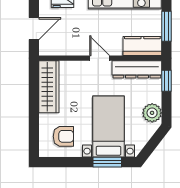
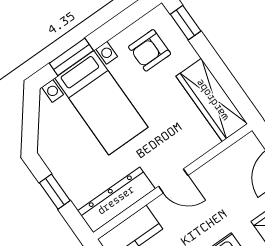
window: (167, 81) -> (55, 192), moved
plant: (152, 113) -> (59, 159), removed
window: (34, 138) -> (186, 23), added

